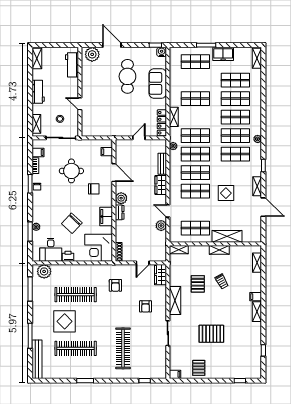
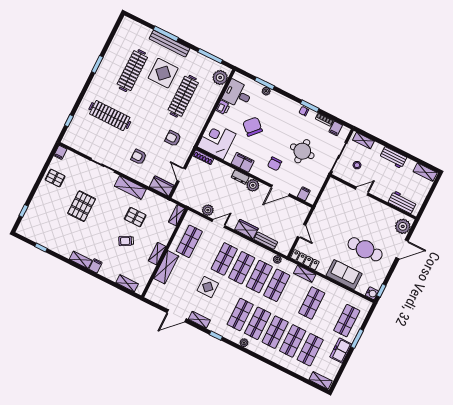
bench: (37, 359) -> (169, 44), moved

